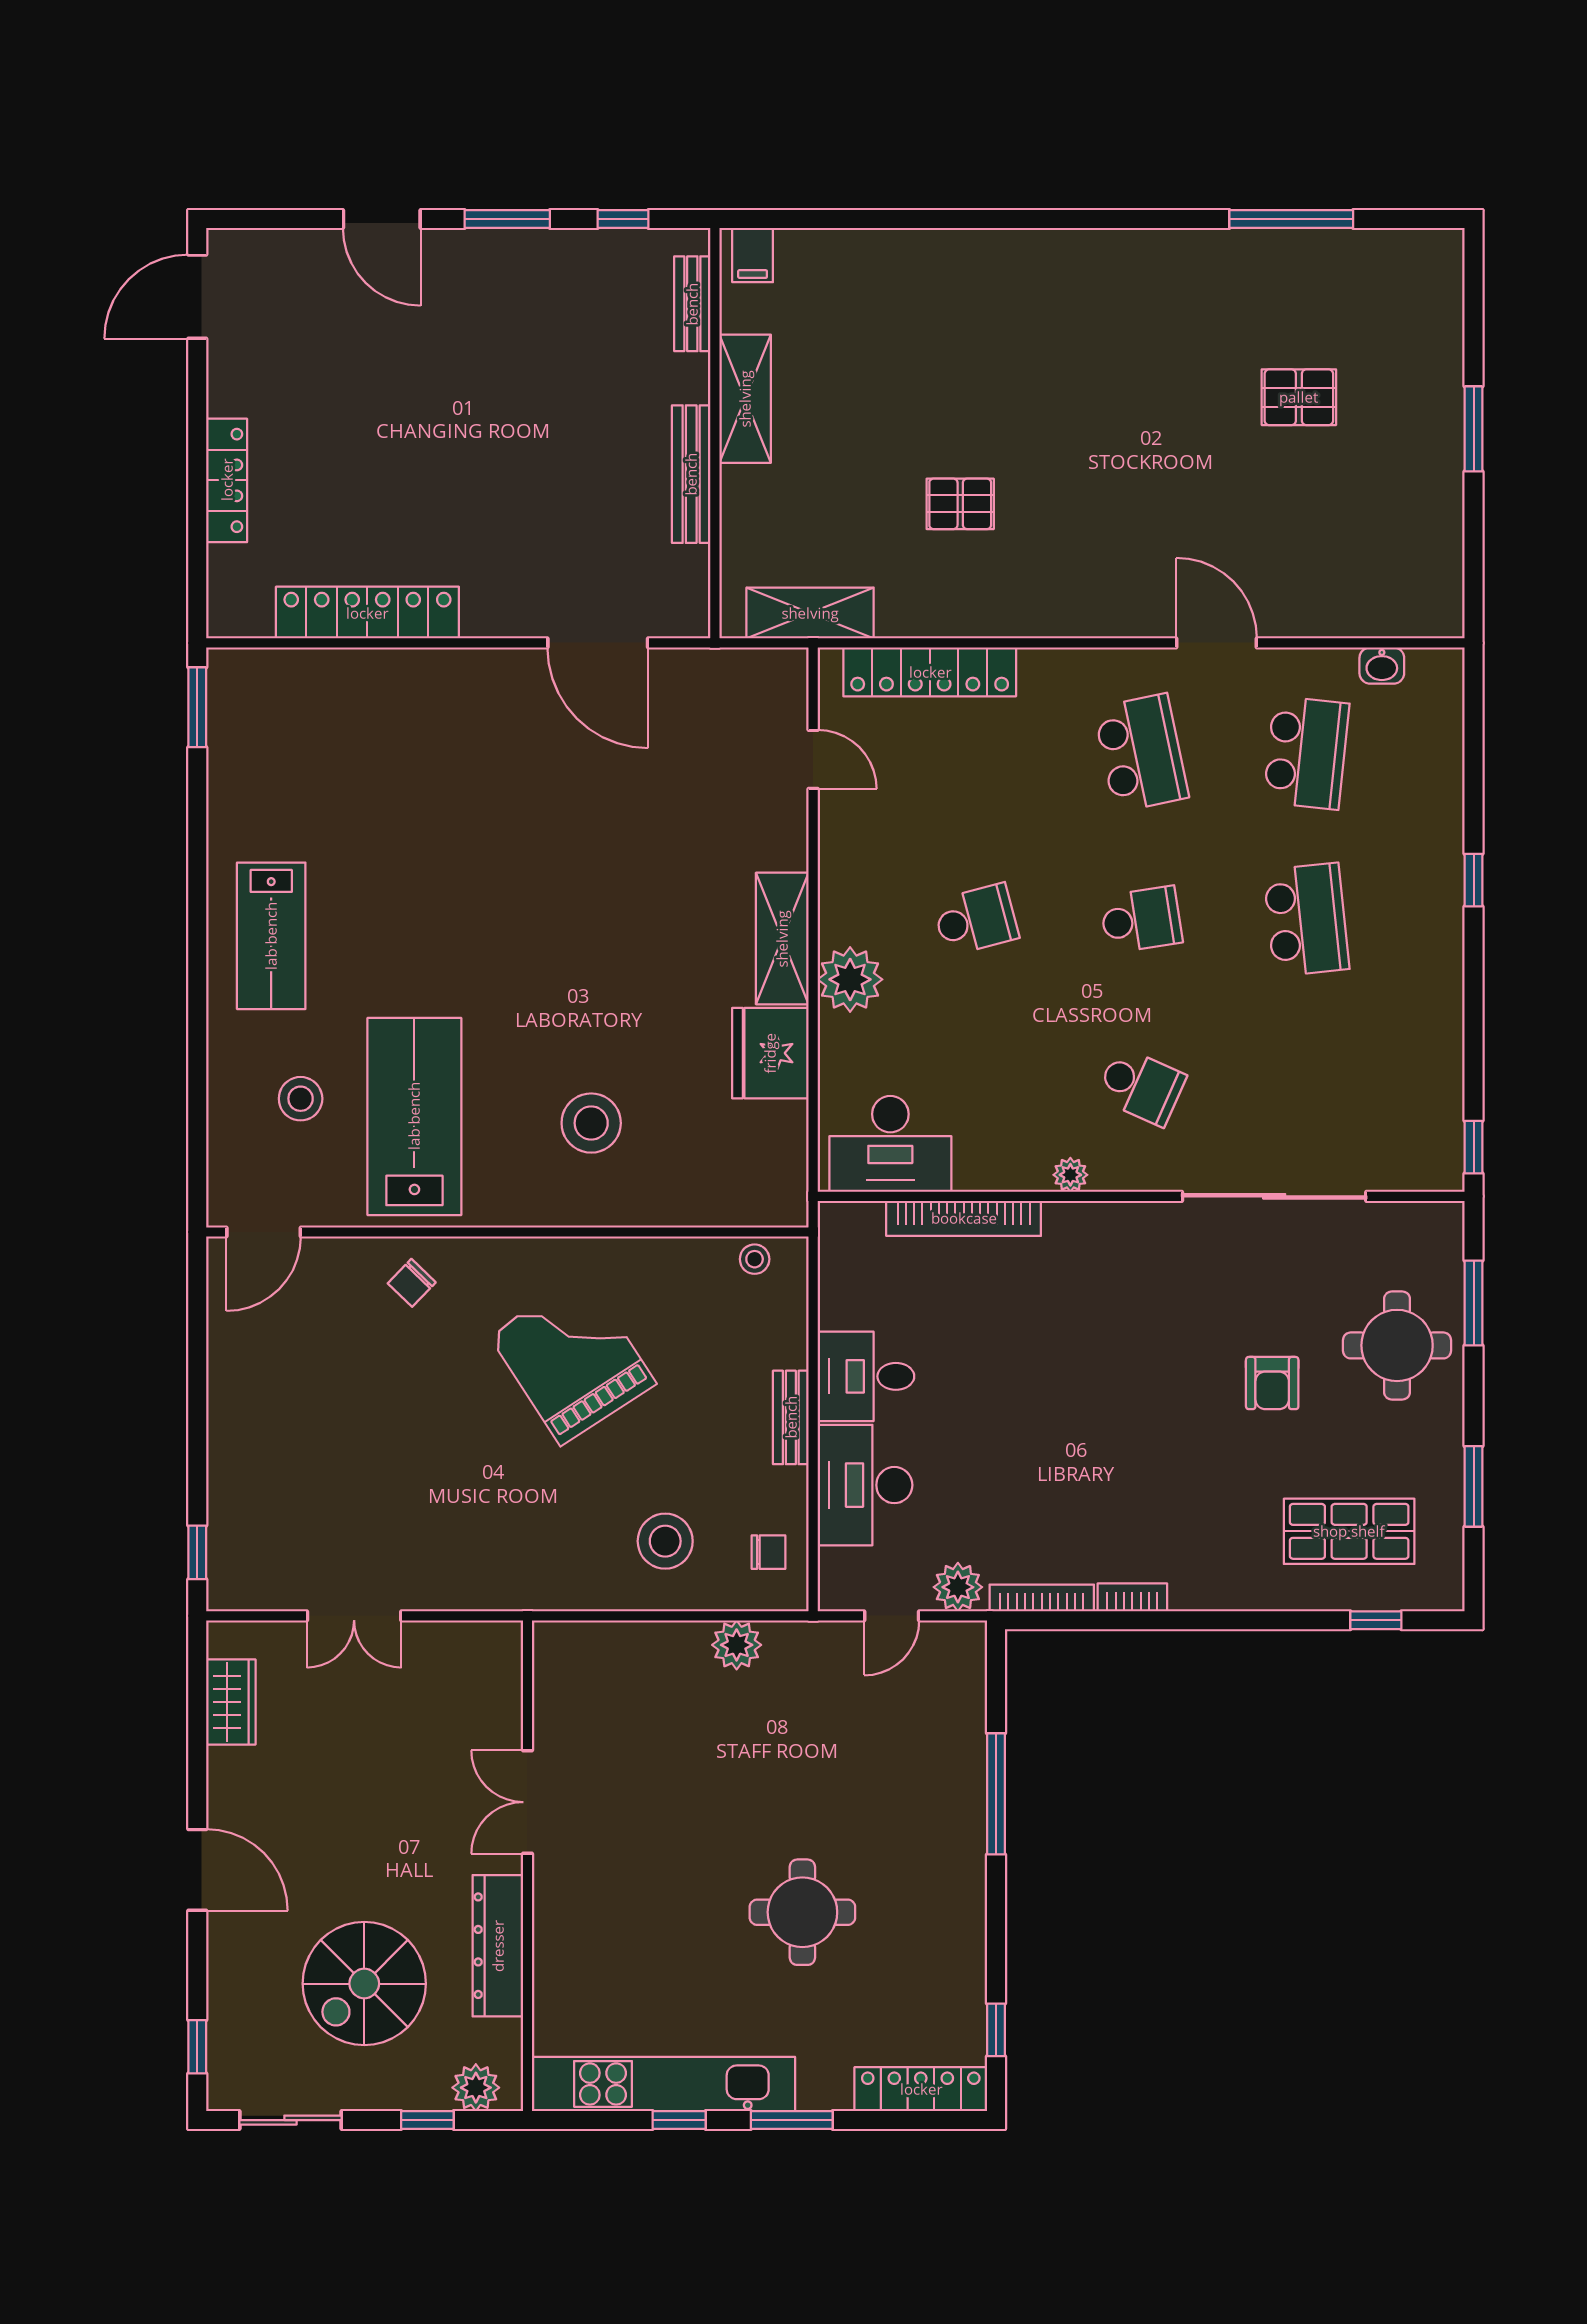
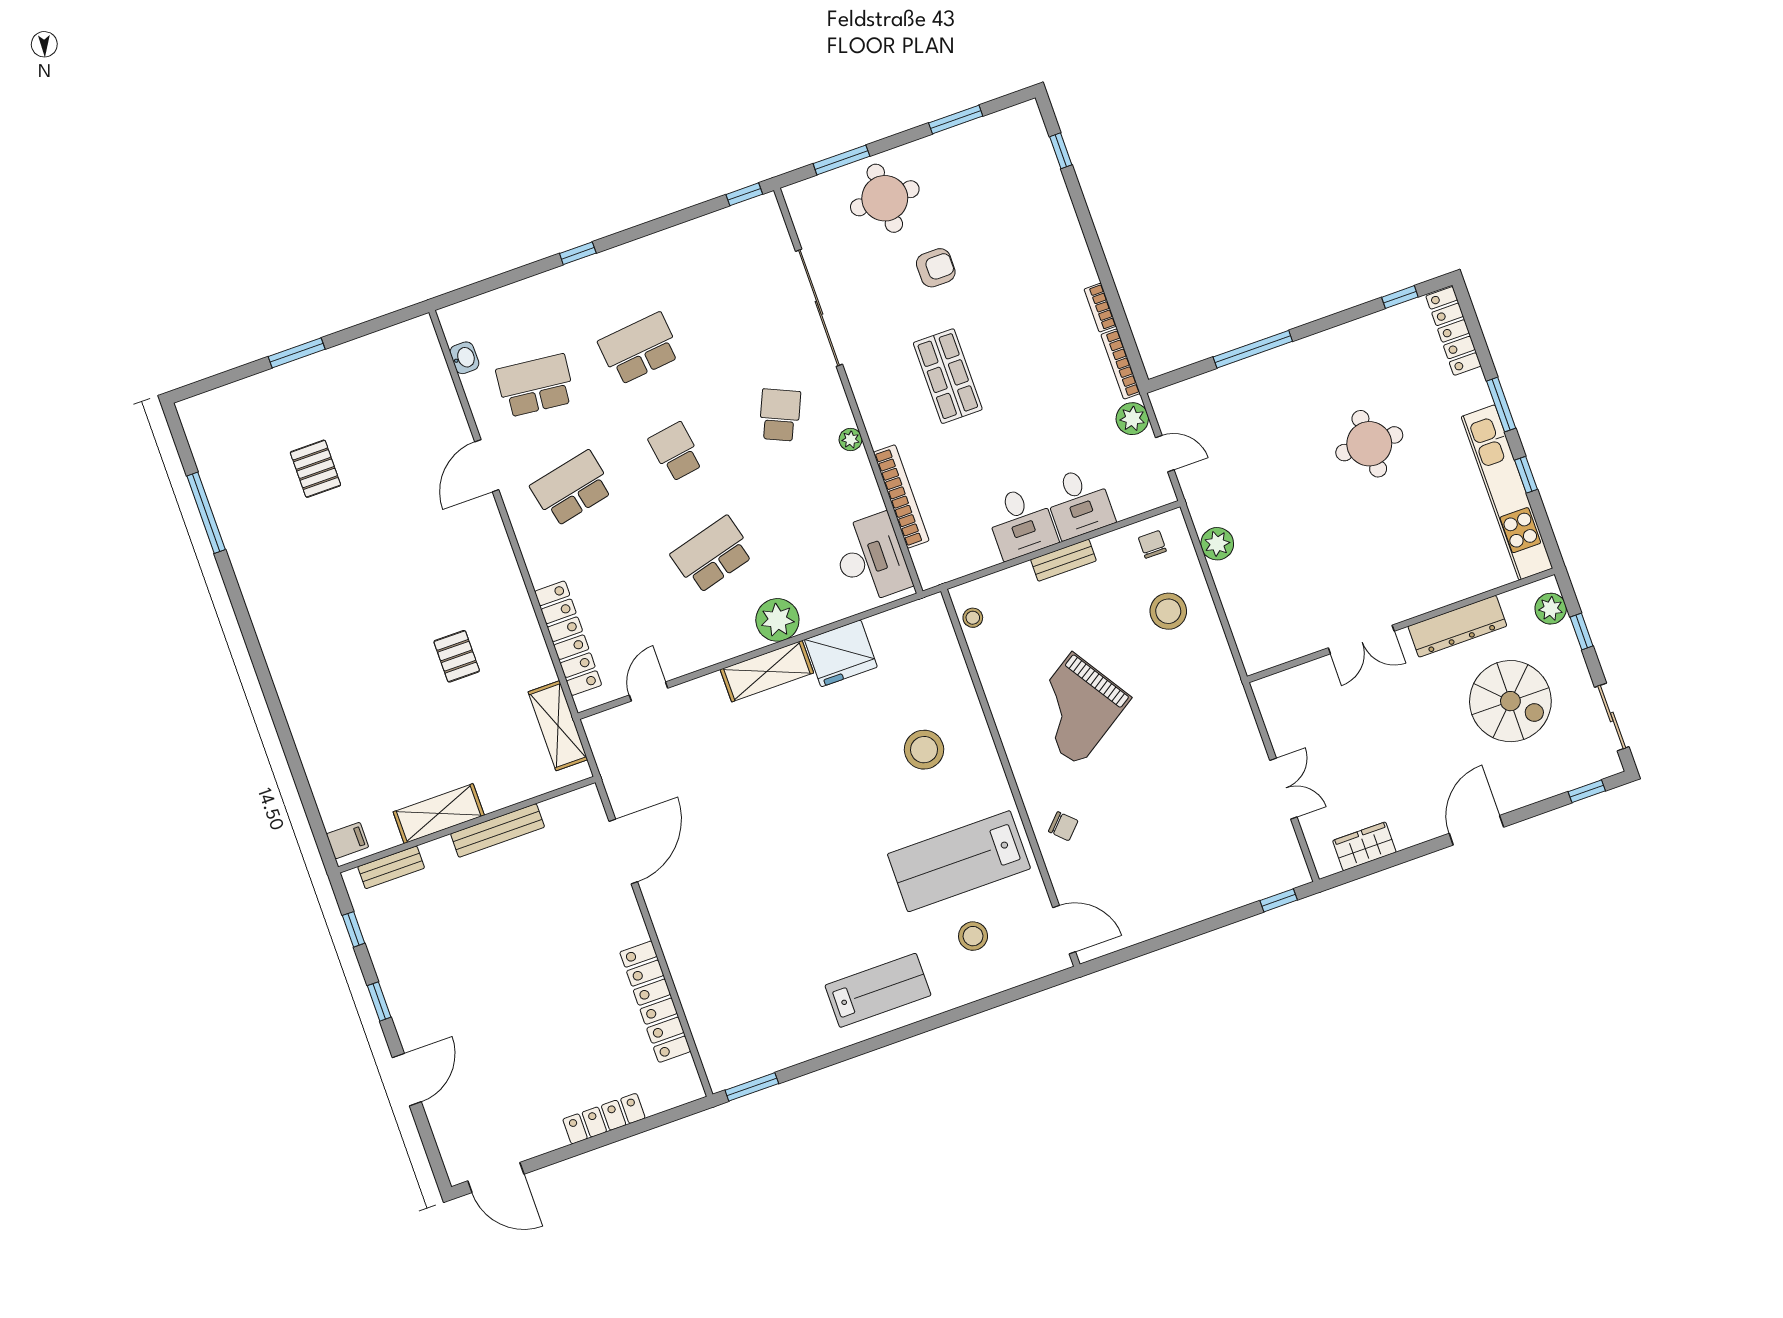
window: (507, 219) -> (379, 1001), width x0.67
school desk: (976, 920) -> (712, 555), width x1.85
desk: (865, 1485) -> (1079, 503), width x0.73
shop shelf: (1349, 1531) -> (948, 376), moved

